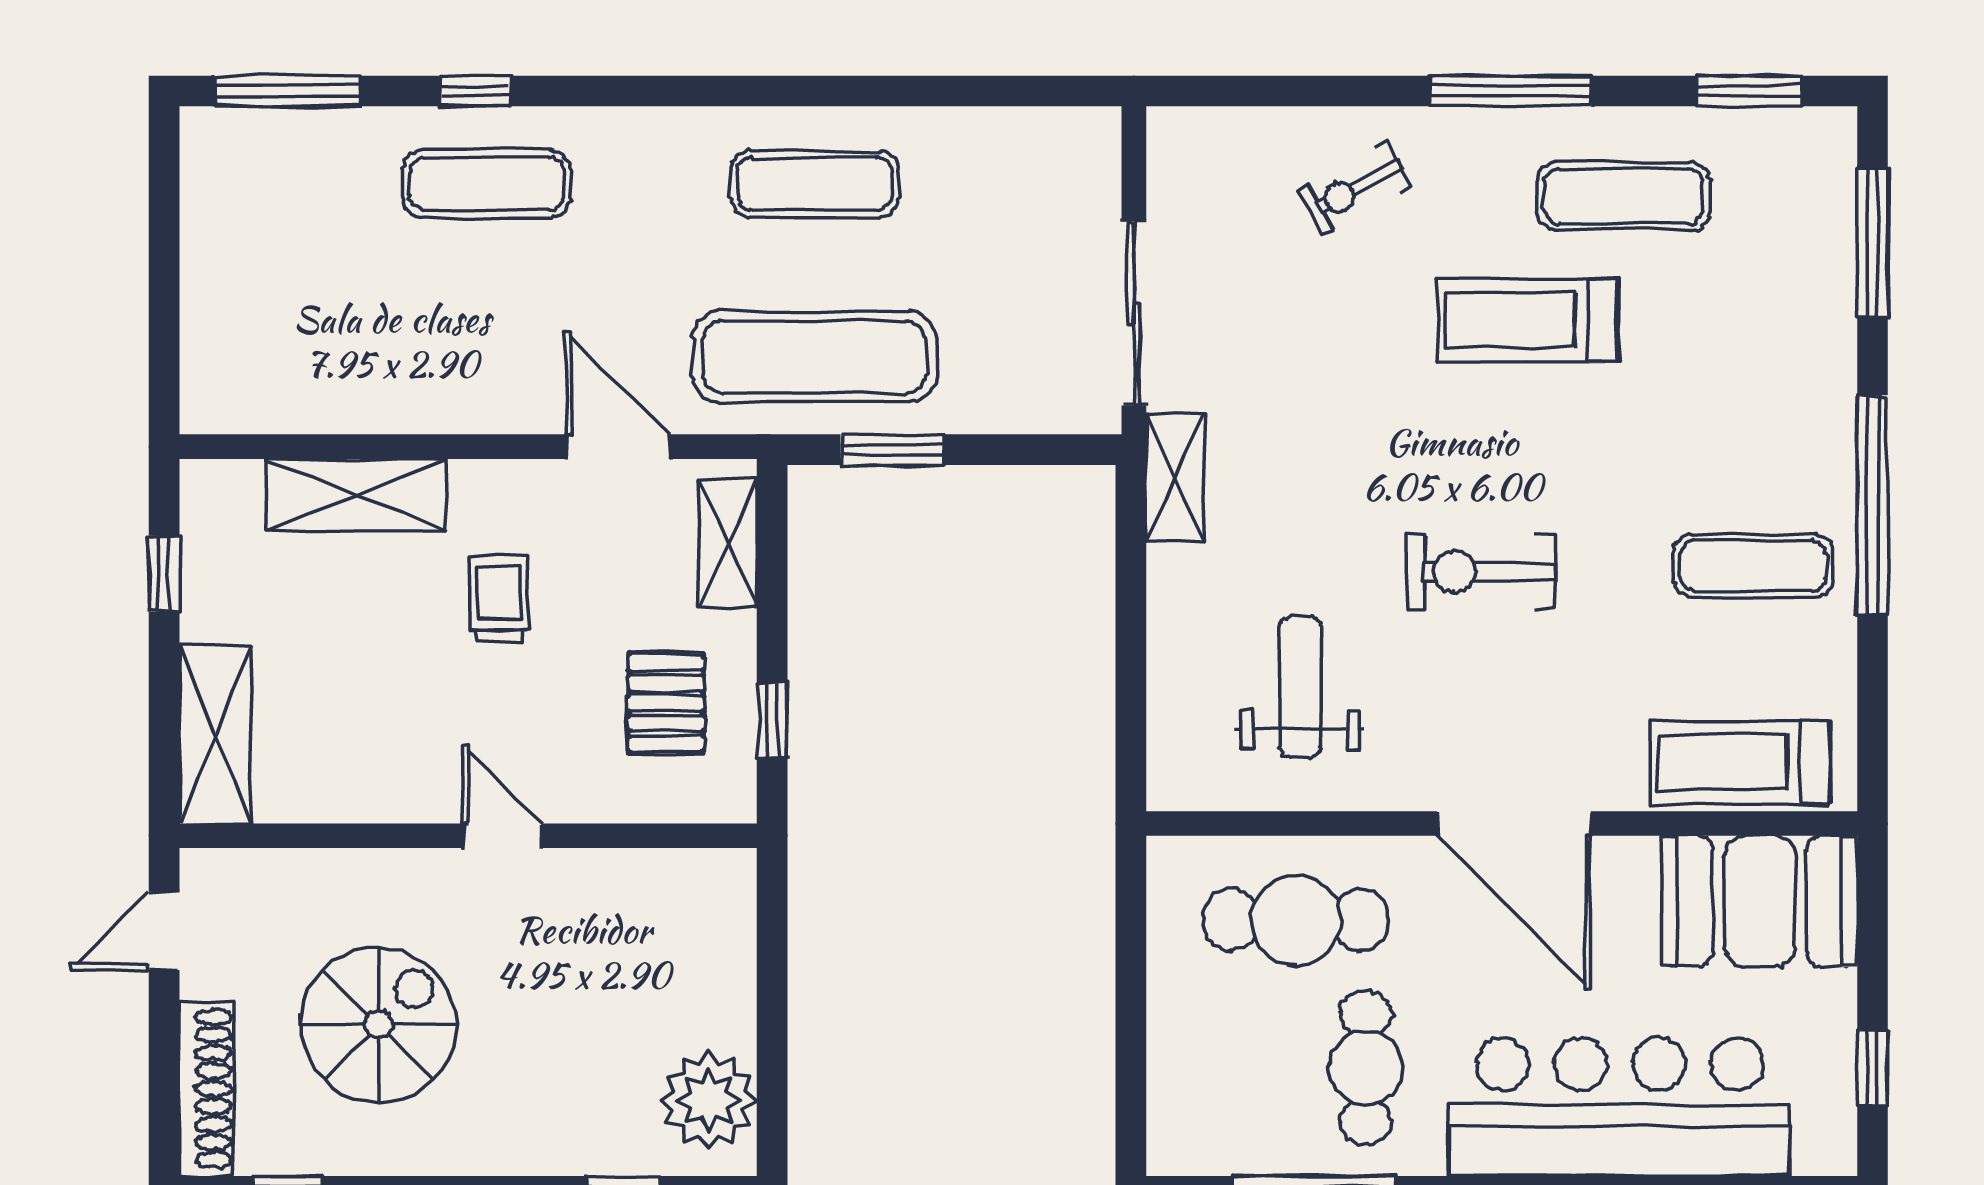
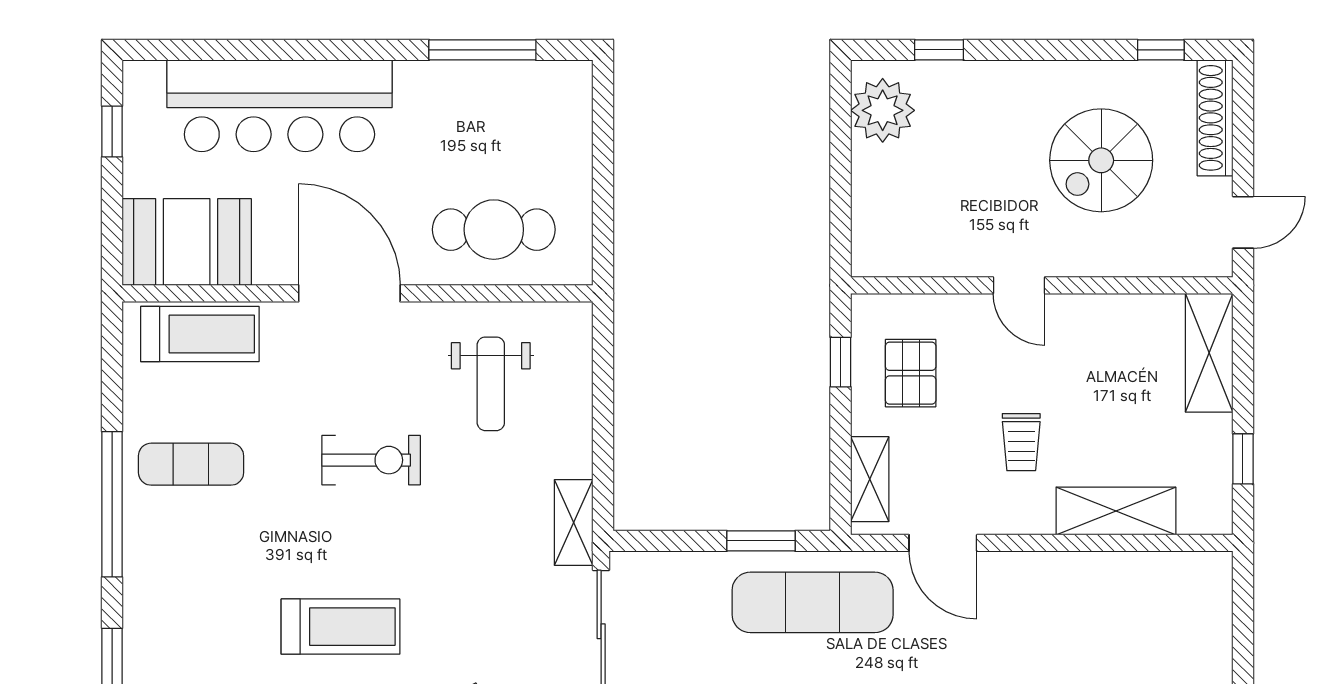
cafe table: (1366, 1068) -> (448, 132), removed

